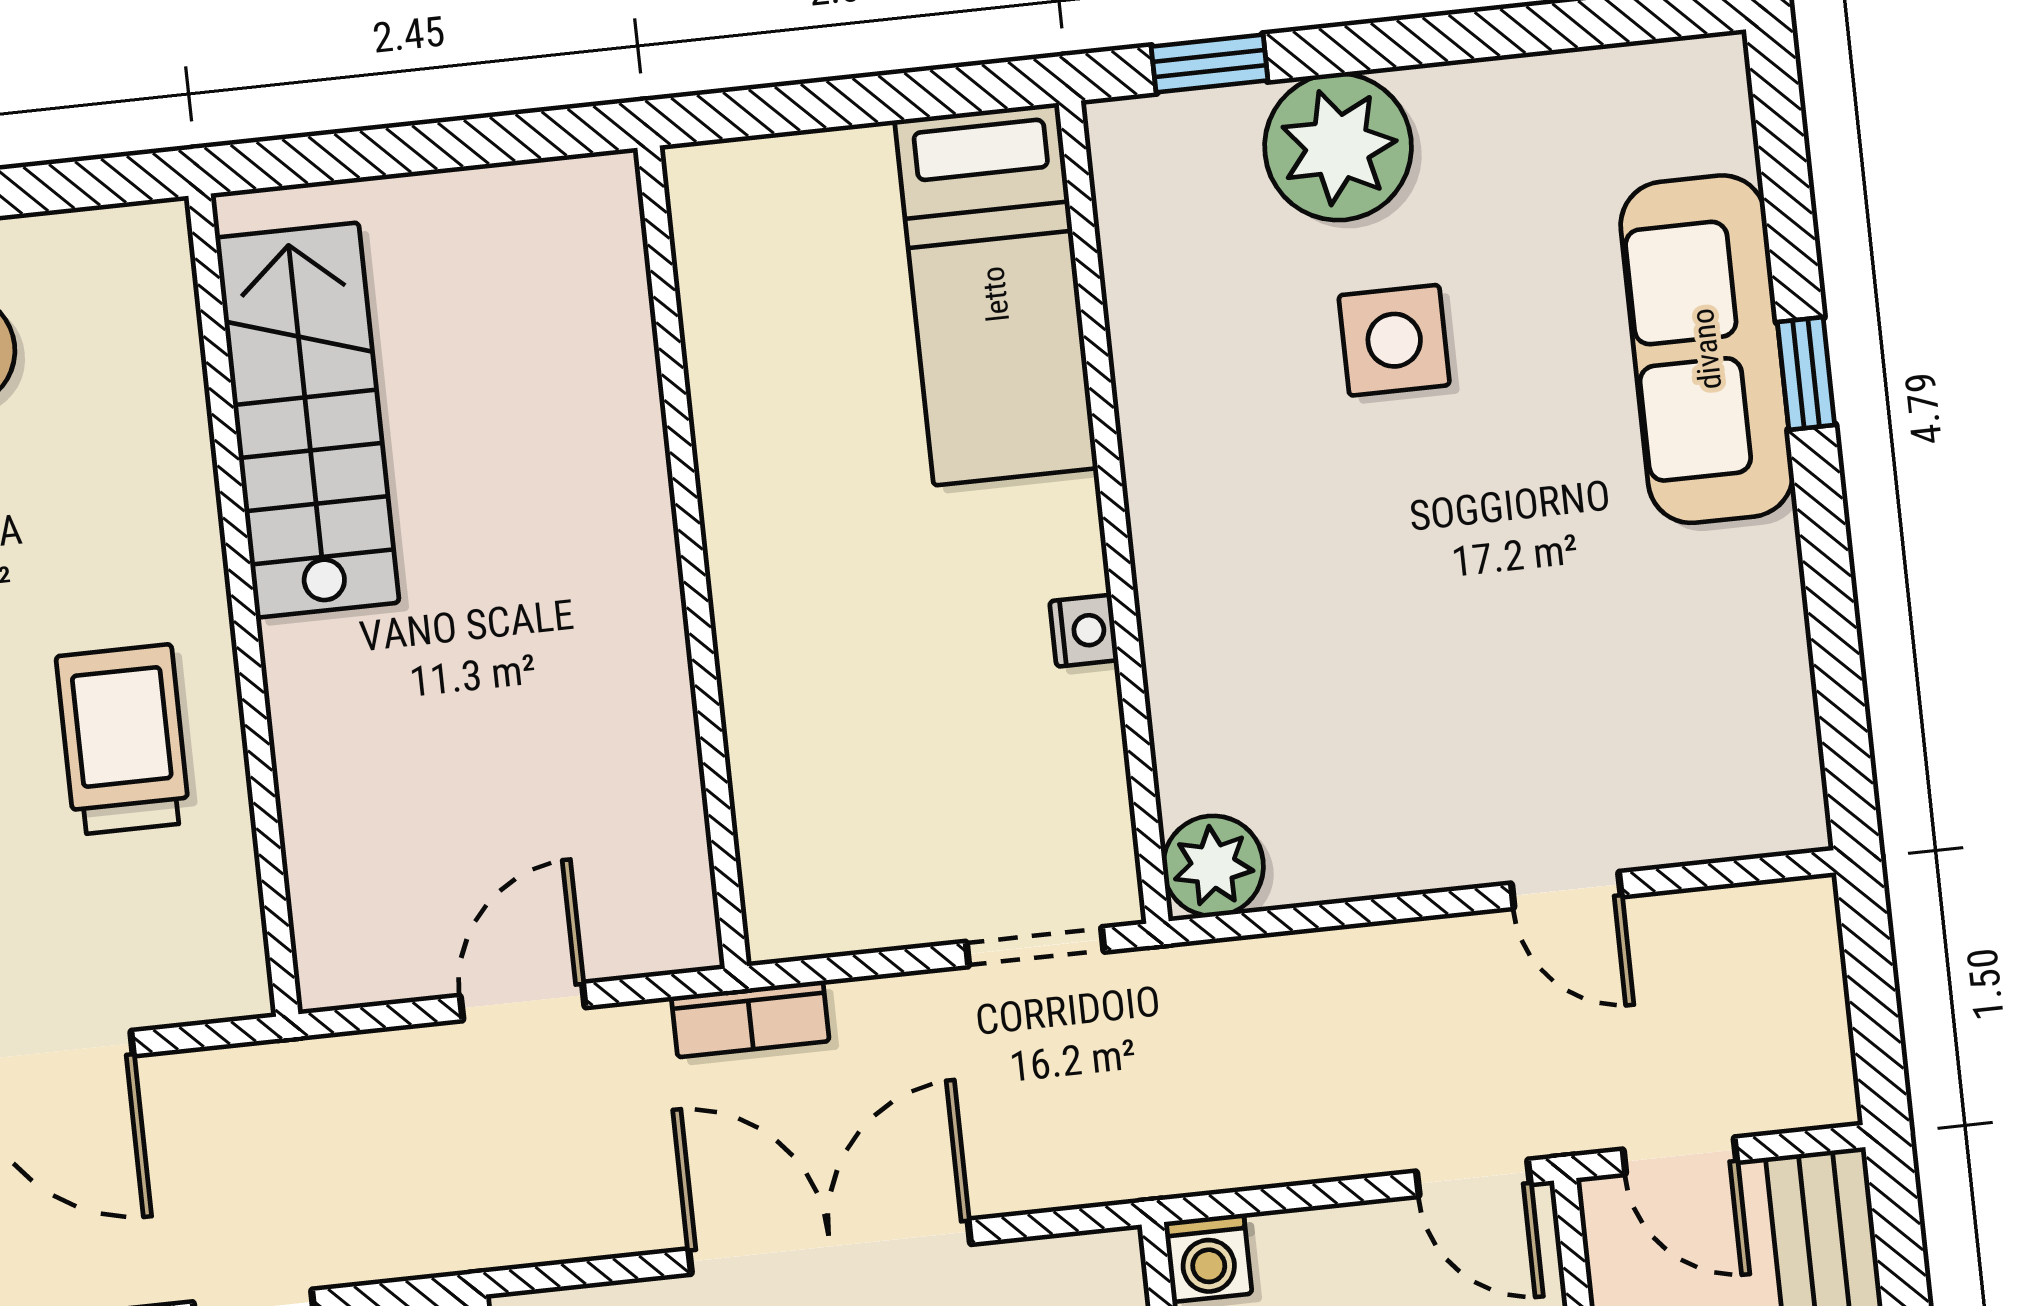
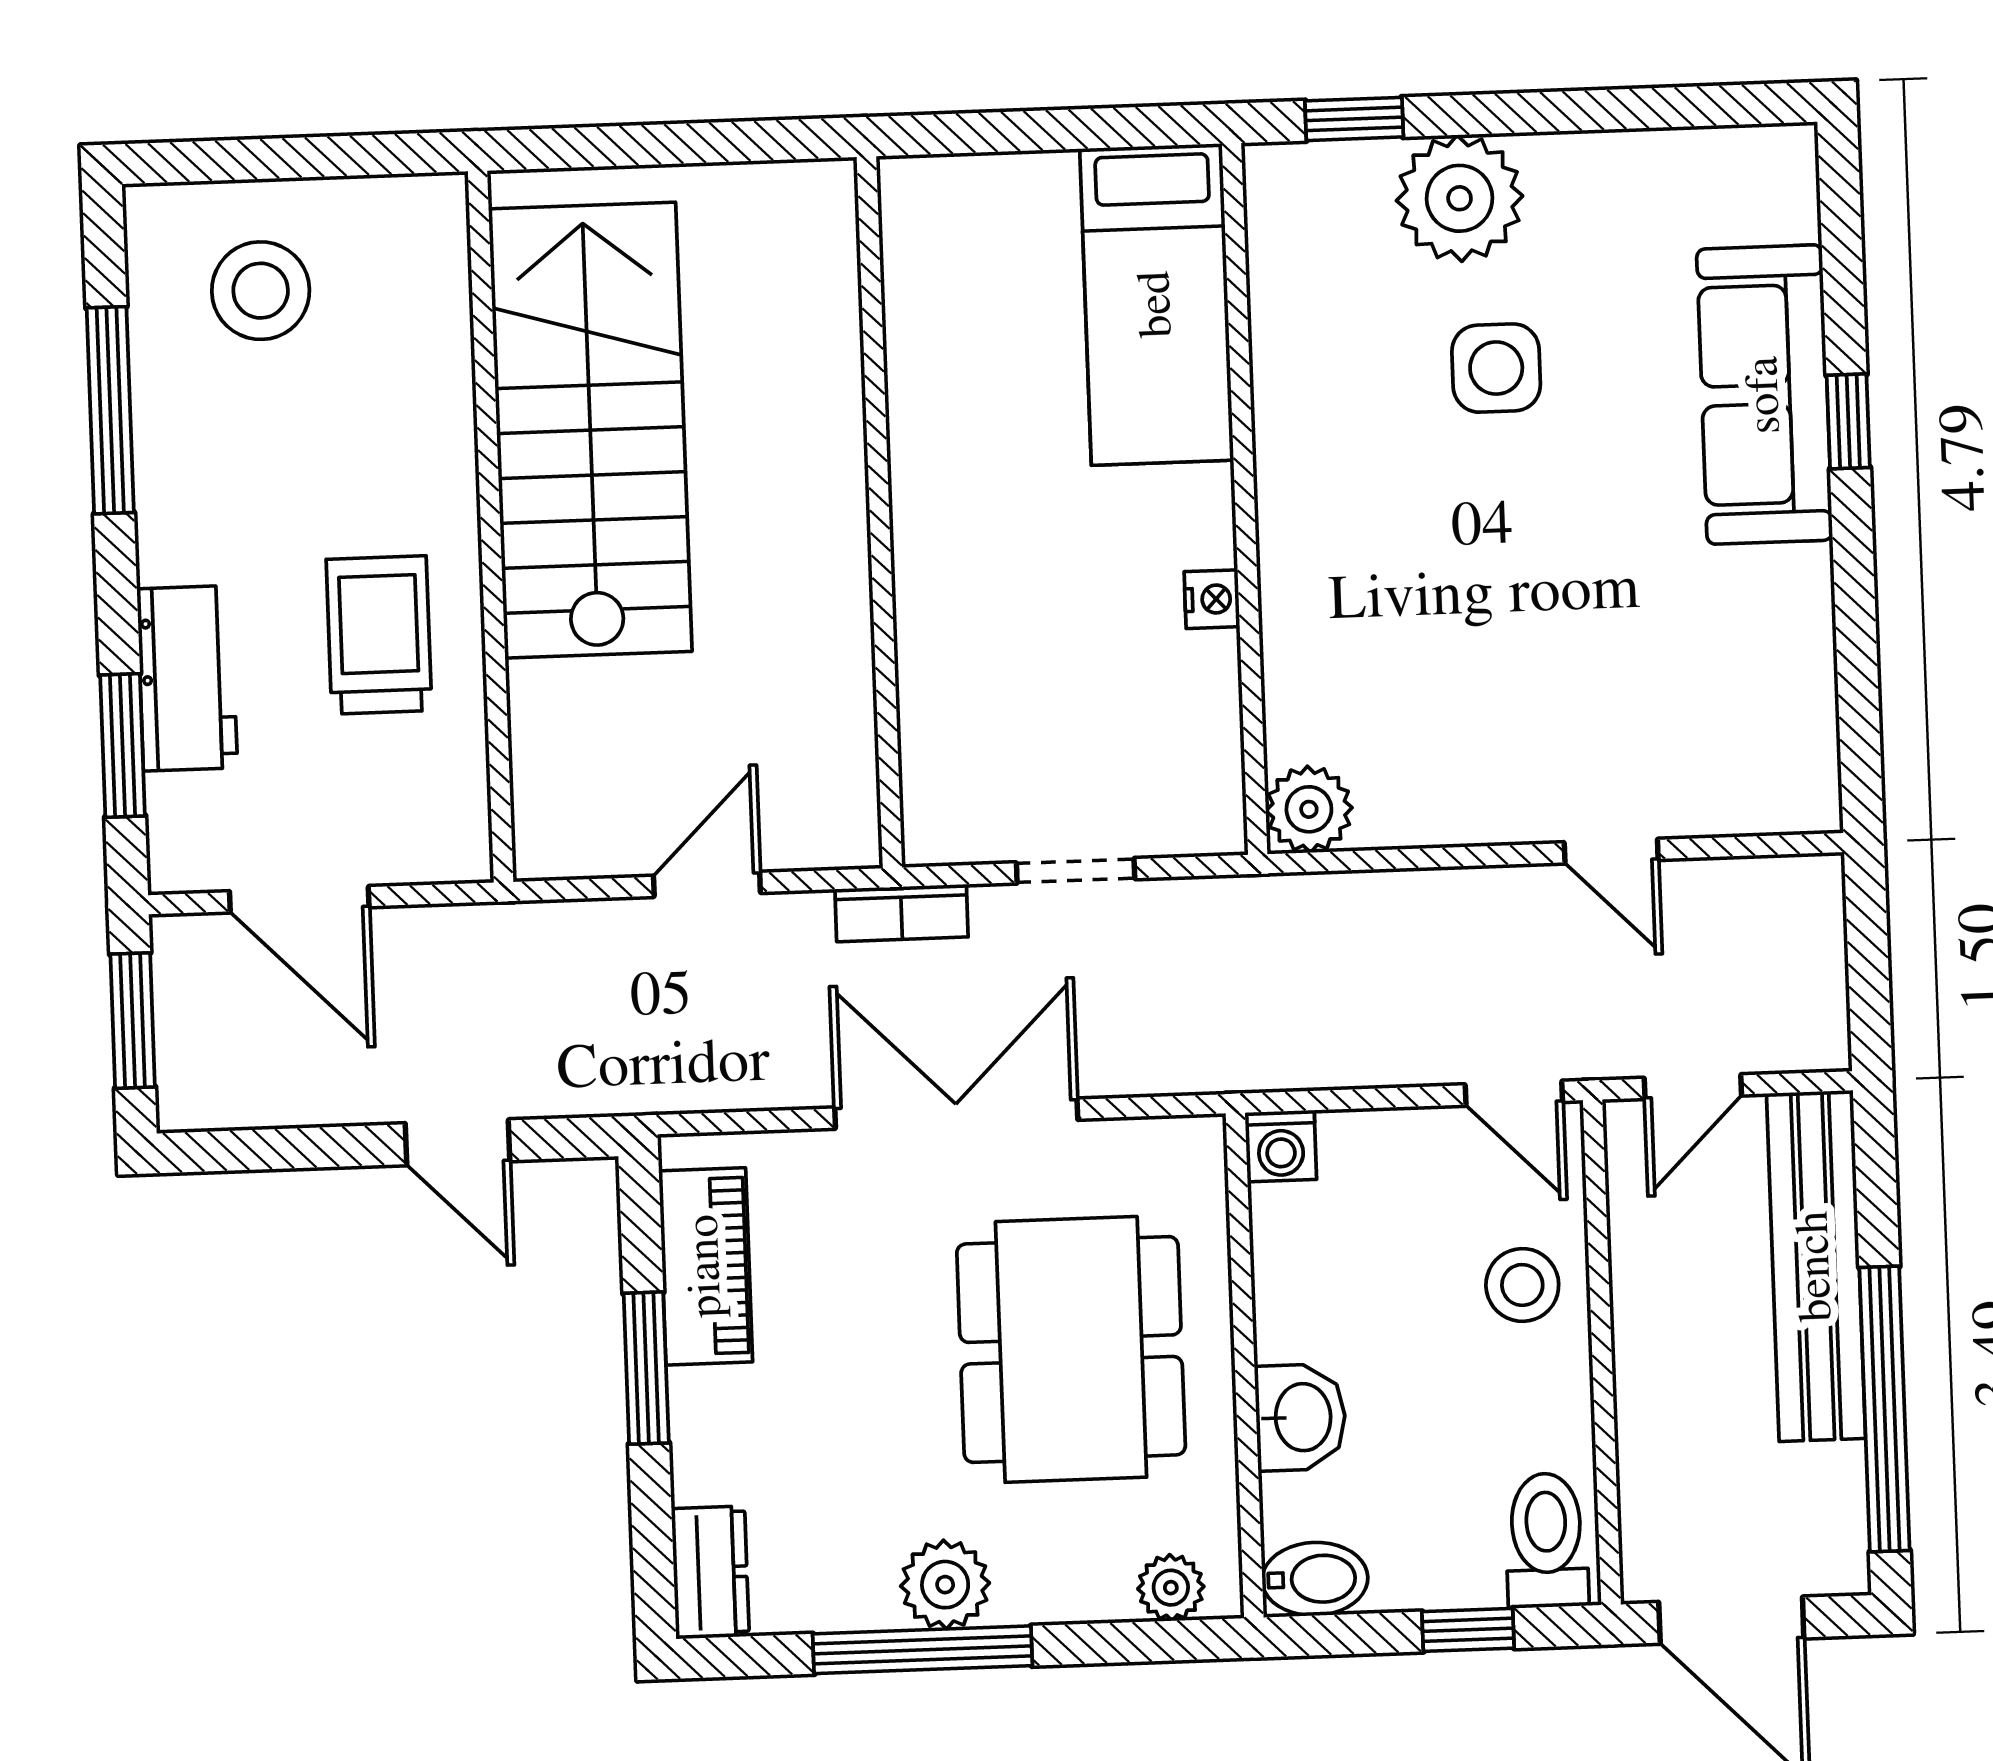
stairs: (307, 420) -> (590, 430), width x1.36, depth x1.51
doorway: (1035, 947) -> (1076, 871), moved
door: (1680, 1156) -> (1693, 1087), hinge flipped

